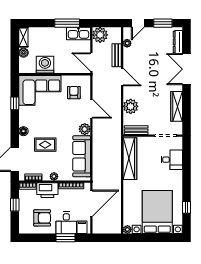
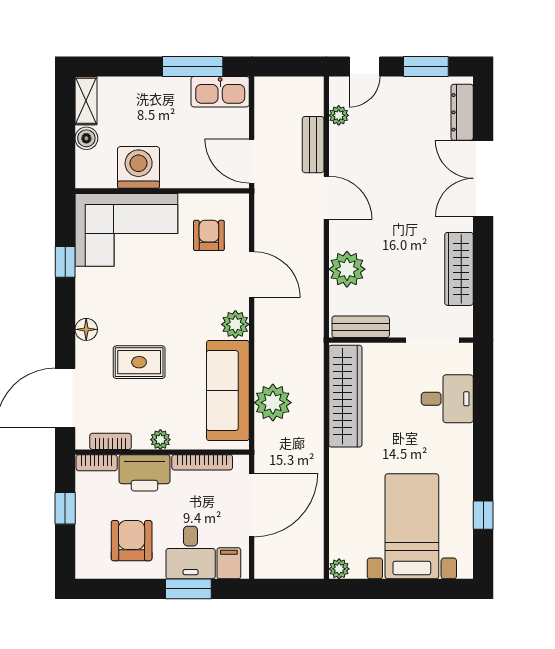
plant: (100, 35) -> (273, 403), moved
bed with nightstands: (157, 212) -> (412, 526), width x0.73
armchair: (42, 218) -> (132, 541), turned -90

